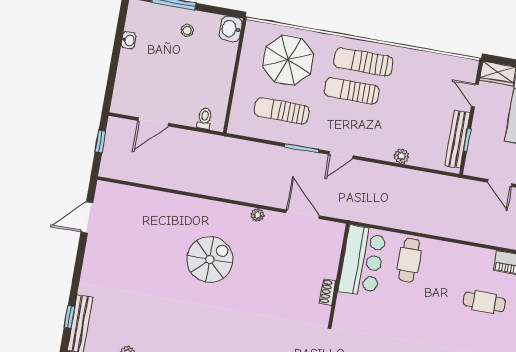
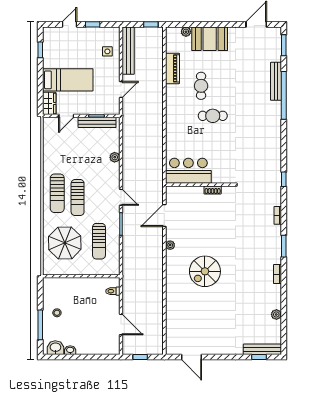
washbasin: (231, 29) -> (55, 348), moved, turned 180
spiral stairs: (210, 259) -> (205, 271), turned -90
cafe table: (409, 260) -> (213, 116), moved

